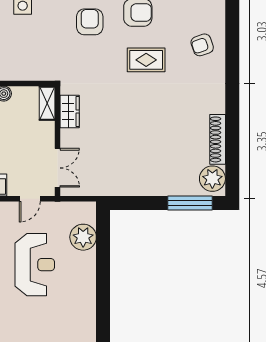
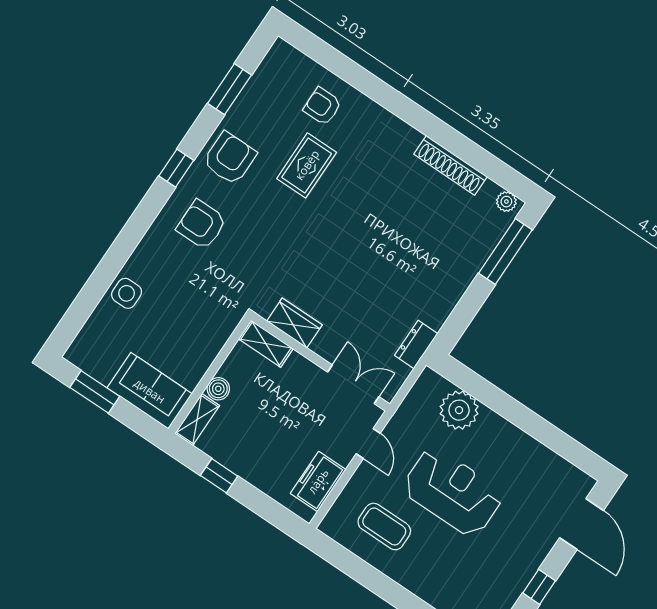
armchair: (202, 45) -> (322, 106), turned 109
rug: (146, 60) -> (307, 165), moved
plant: (212, 179) -> (506, 202), width x0.53, depth x0.53
dresser: (104, 188) -> (416, 345), added

